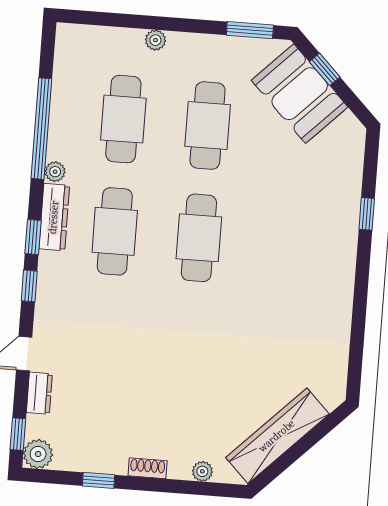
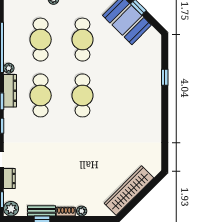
bench: (99, 463) -> (42, 211), added
plant: (202, 471) -> (82, 211), moved

